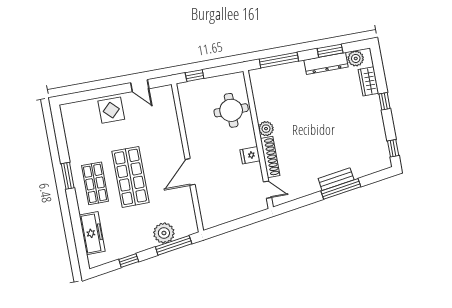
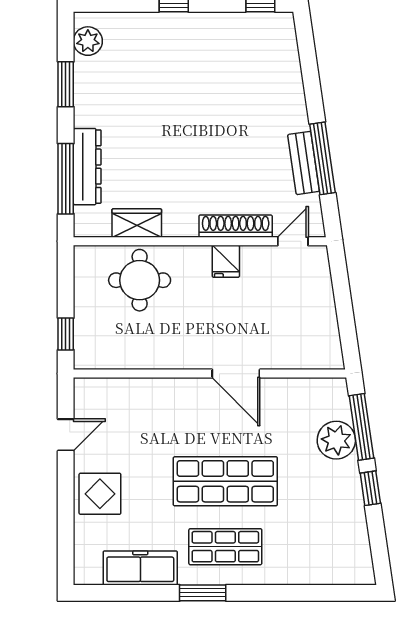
dresser: (326, 64) -> (87, 167), moved
wardrobe: (368, 81) -> (137, 223), moved, turned 180
plant: (266, 129) -> (184, 224), removed
bench: (336, 179) -> (304, 163), moved
window: (341, 189) -> (323, 158), moved
freezer: (92, 233) -> (140, 568), moved
window: (129, 260) -> (370, 488), moved

